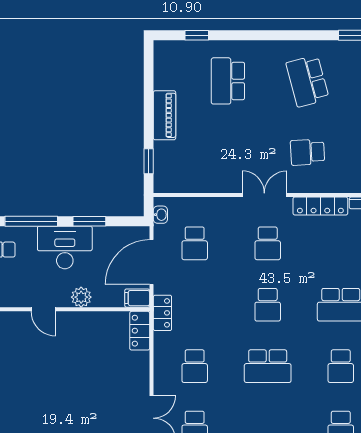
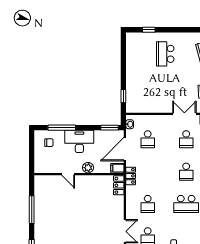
piano: (164, 115) -> (132, 72), removed
window: (89, 221) -> (109, 128), moved

